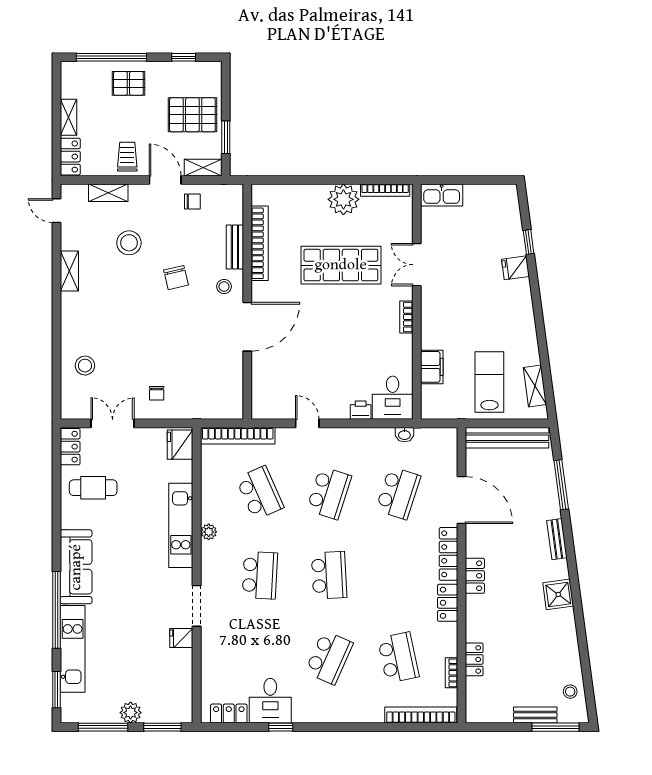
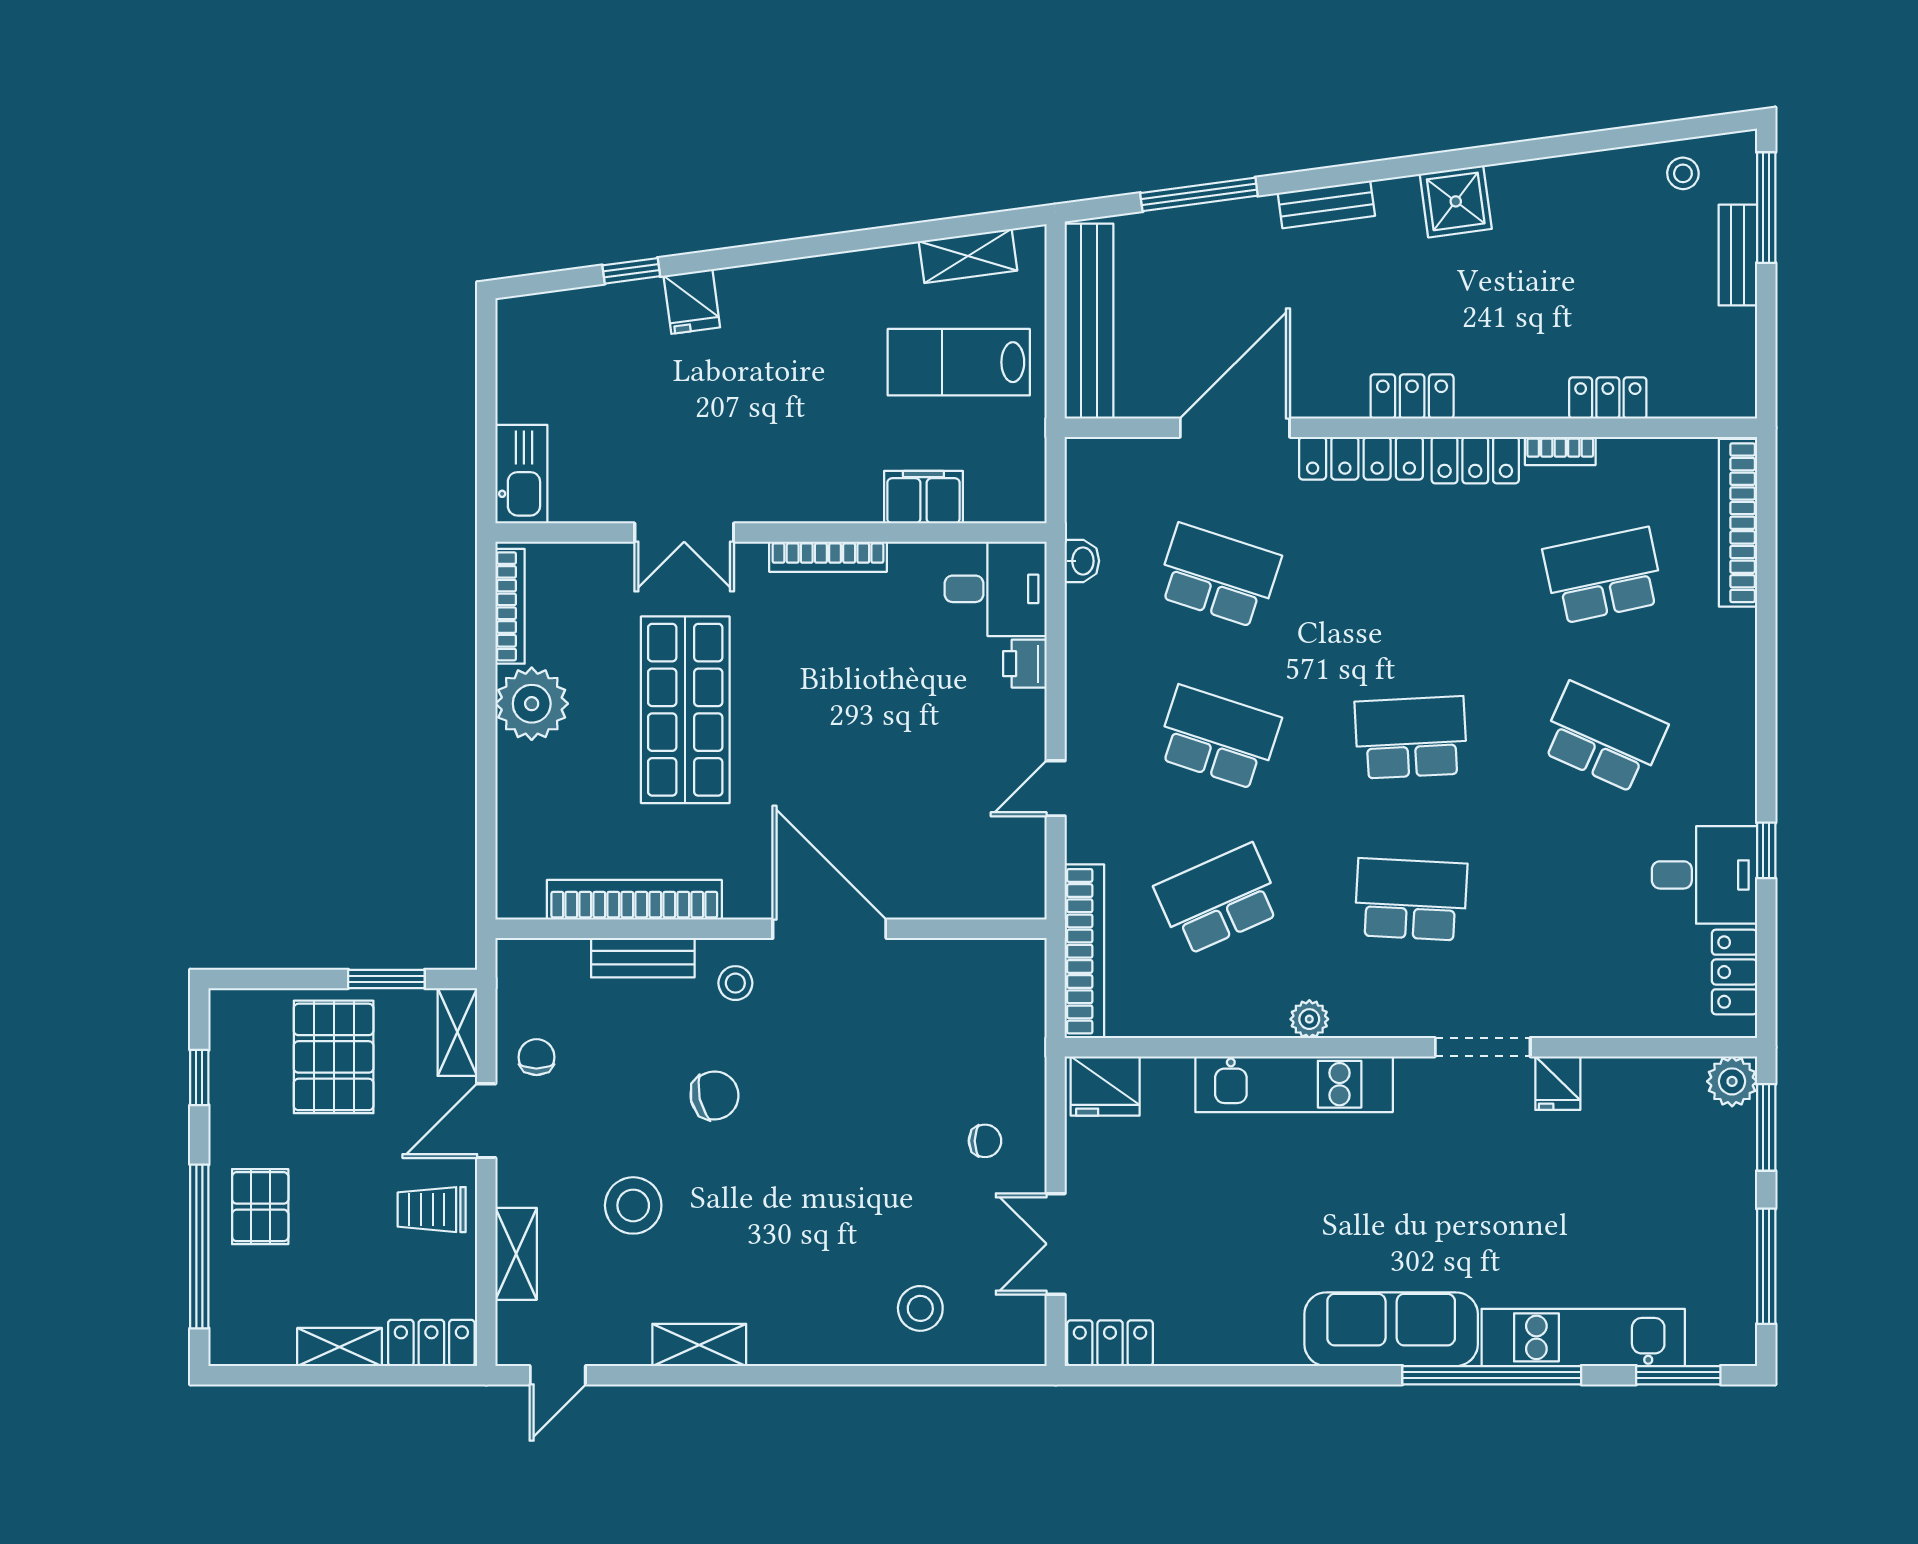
bookcase: (406, 317) -> (828, 557), width x1.56
cafe table: (93, 488) -> (1206, 1289), removed
bookcase: (452, 673) -> (1560, 451), moved
plant: (131, 713) -> (1732, 1081), moved

